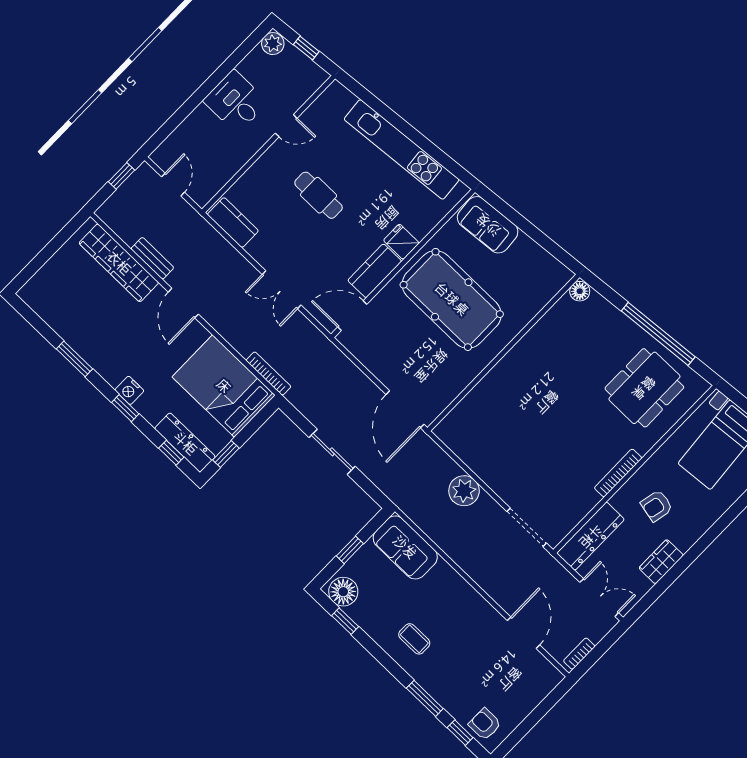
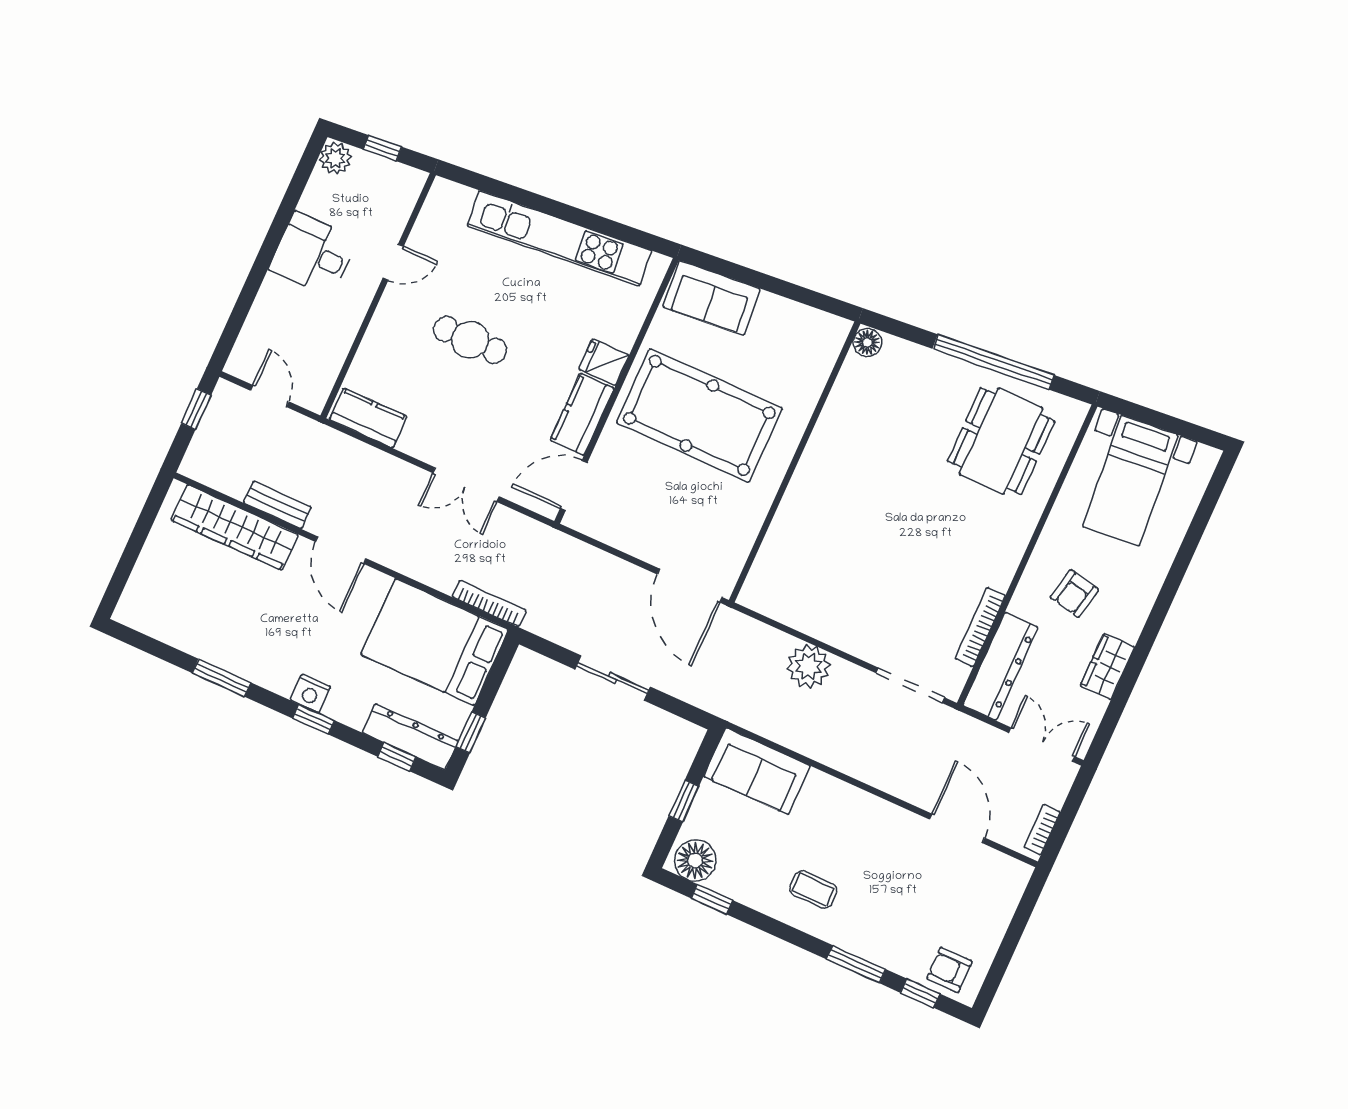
bookcase: (618, 473) -> (980, 627), moved

